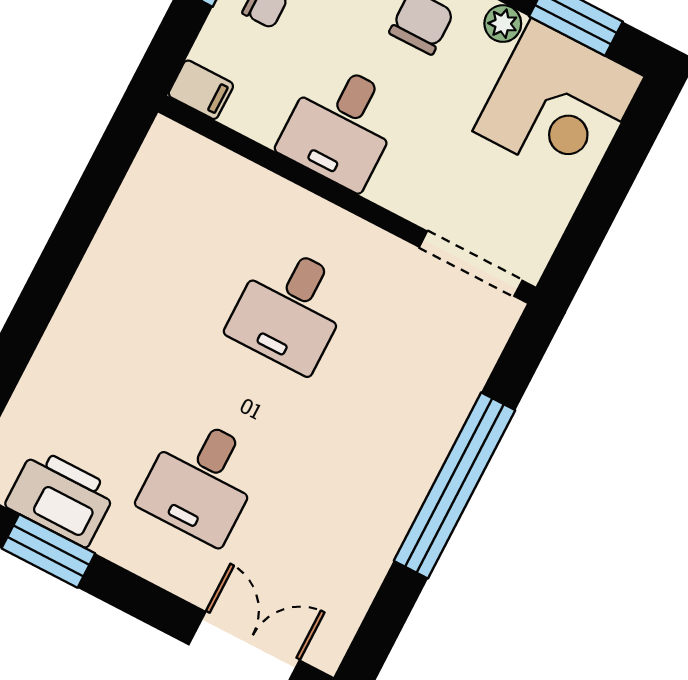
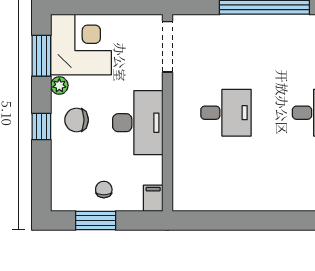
desk: (341, 126) -> (138, 123), width x1.37

